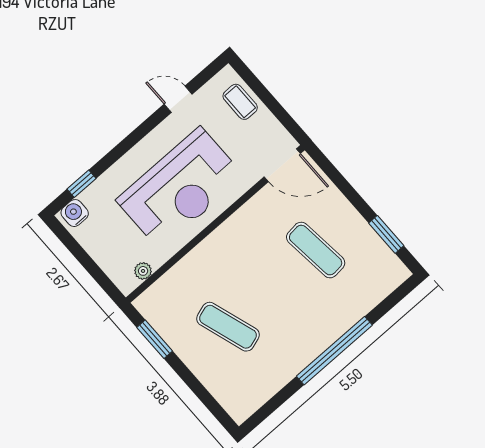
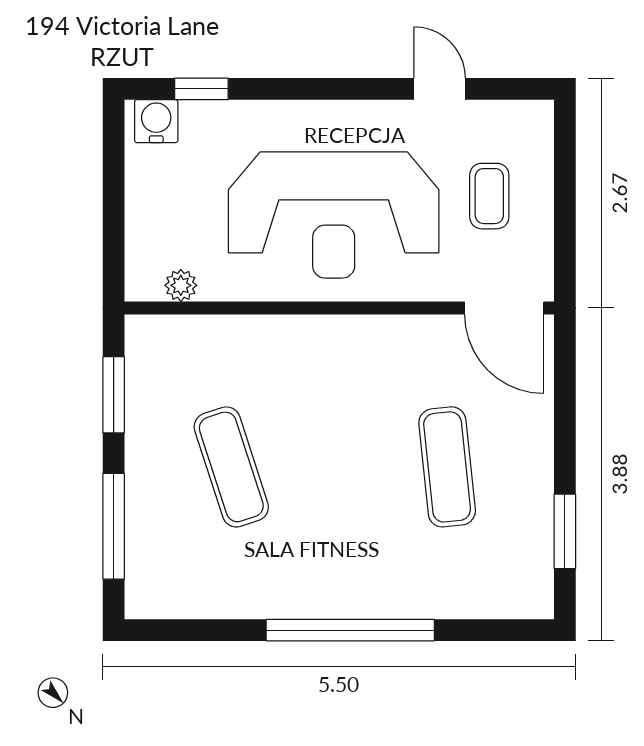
coffee table: (240, 102) -> (489, 196), moved
window: (201, 393) -> (114, 526), added

